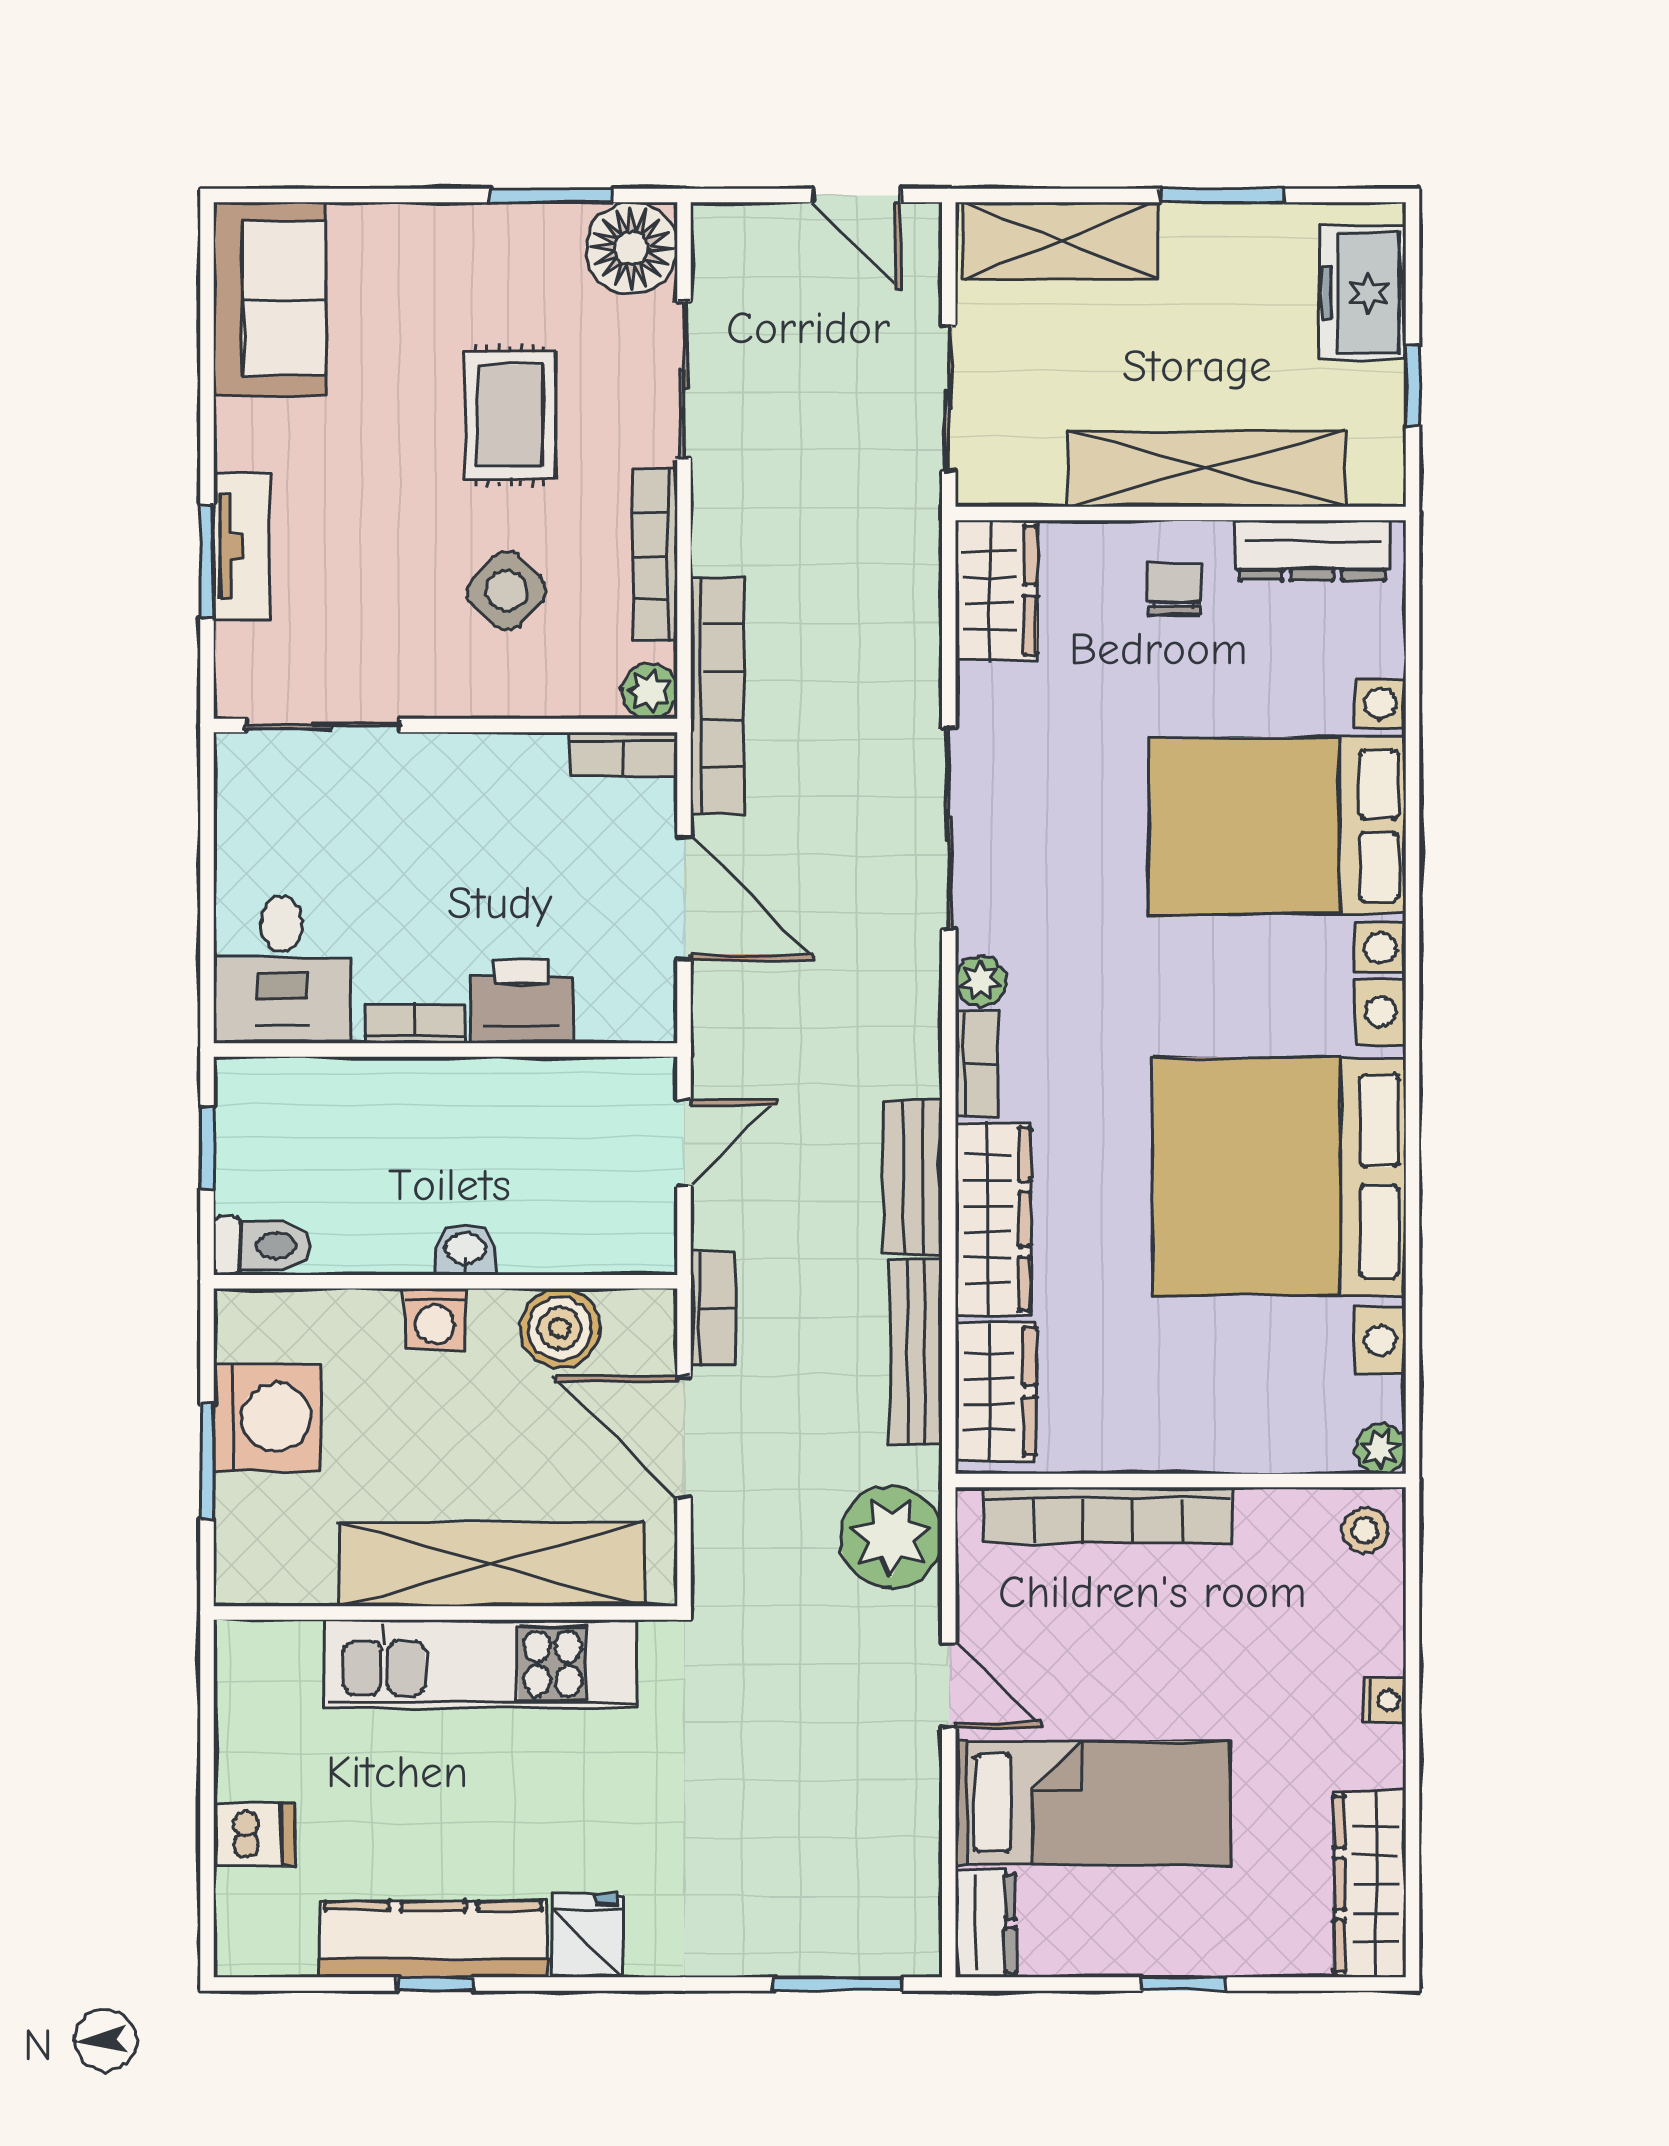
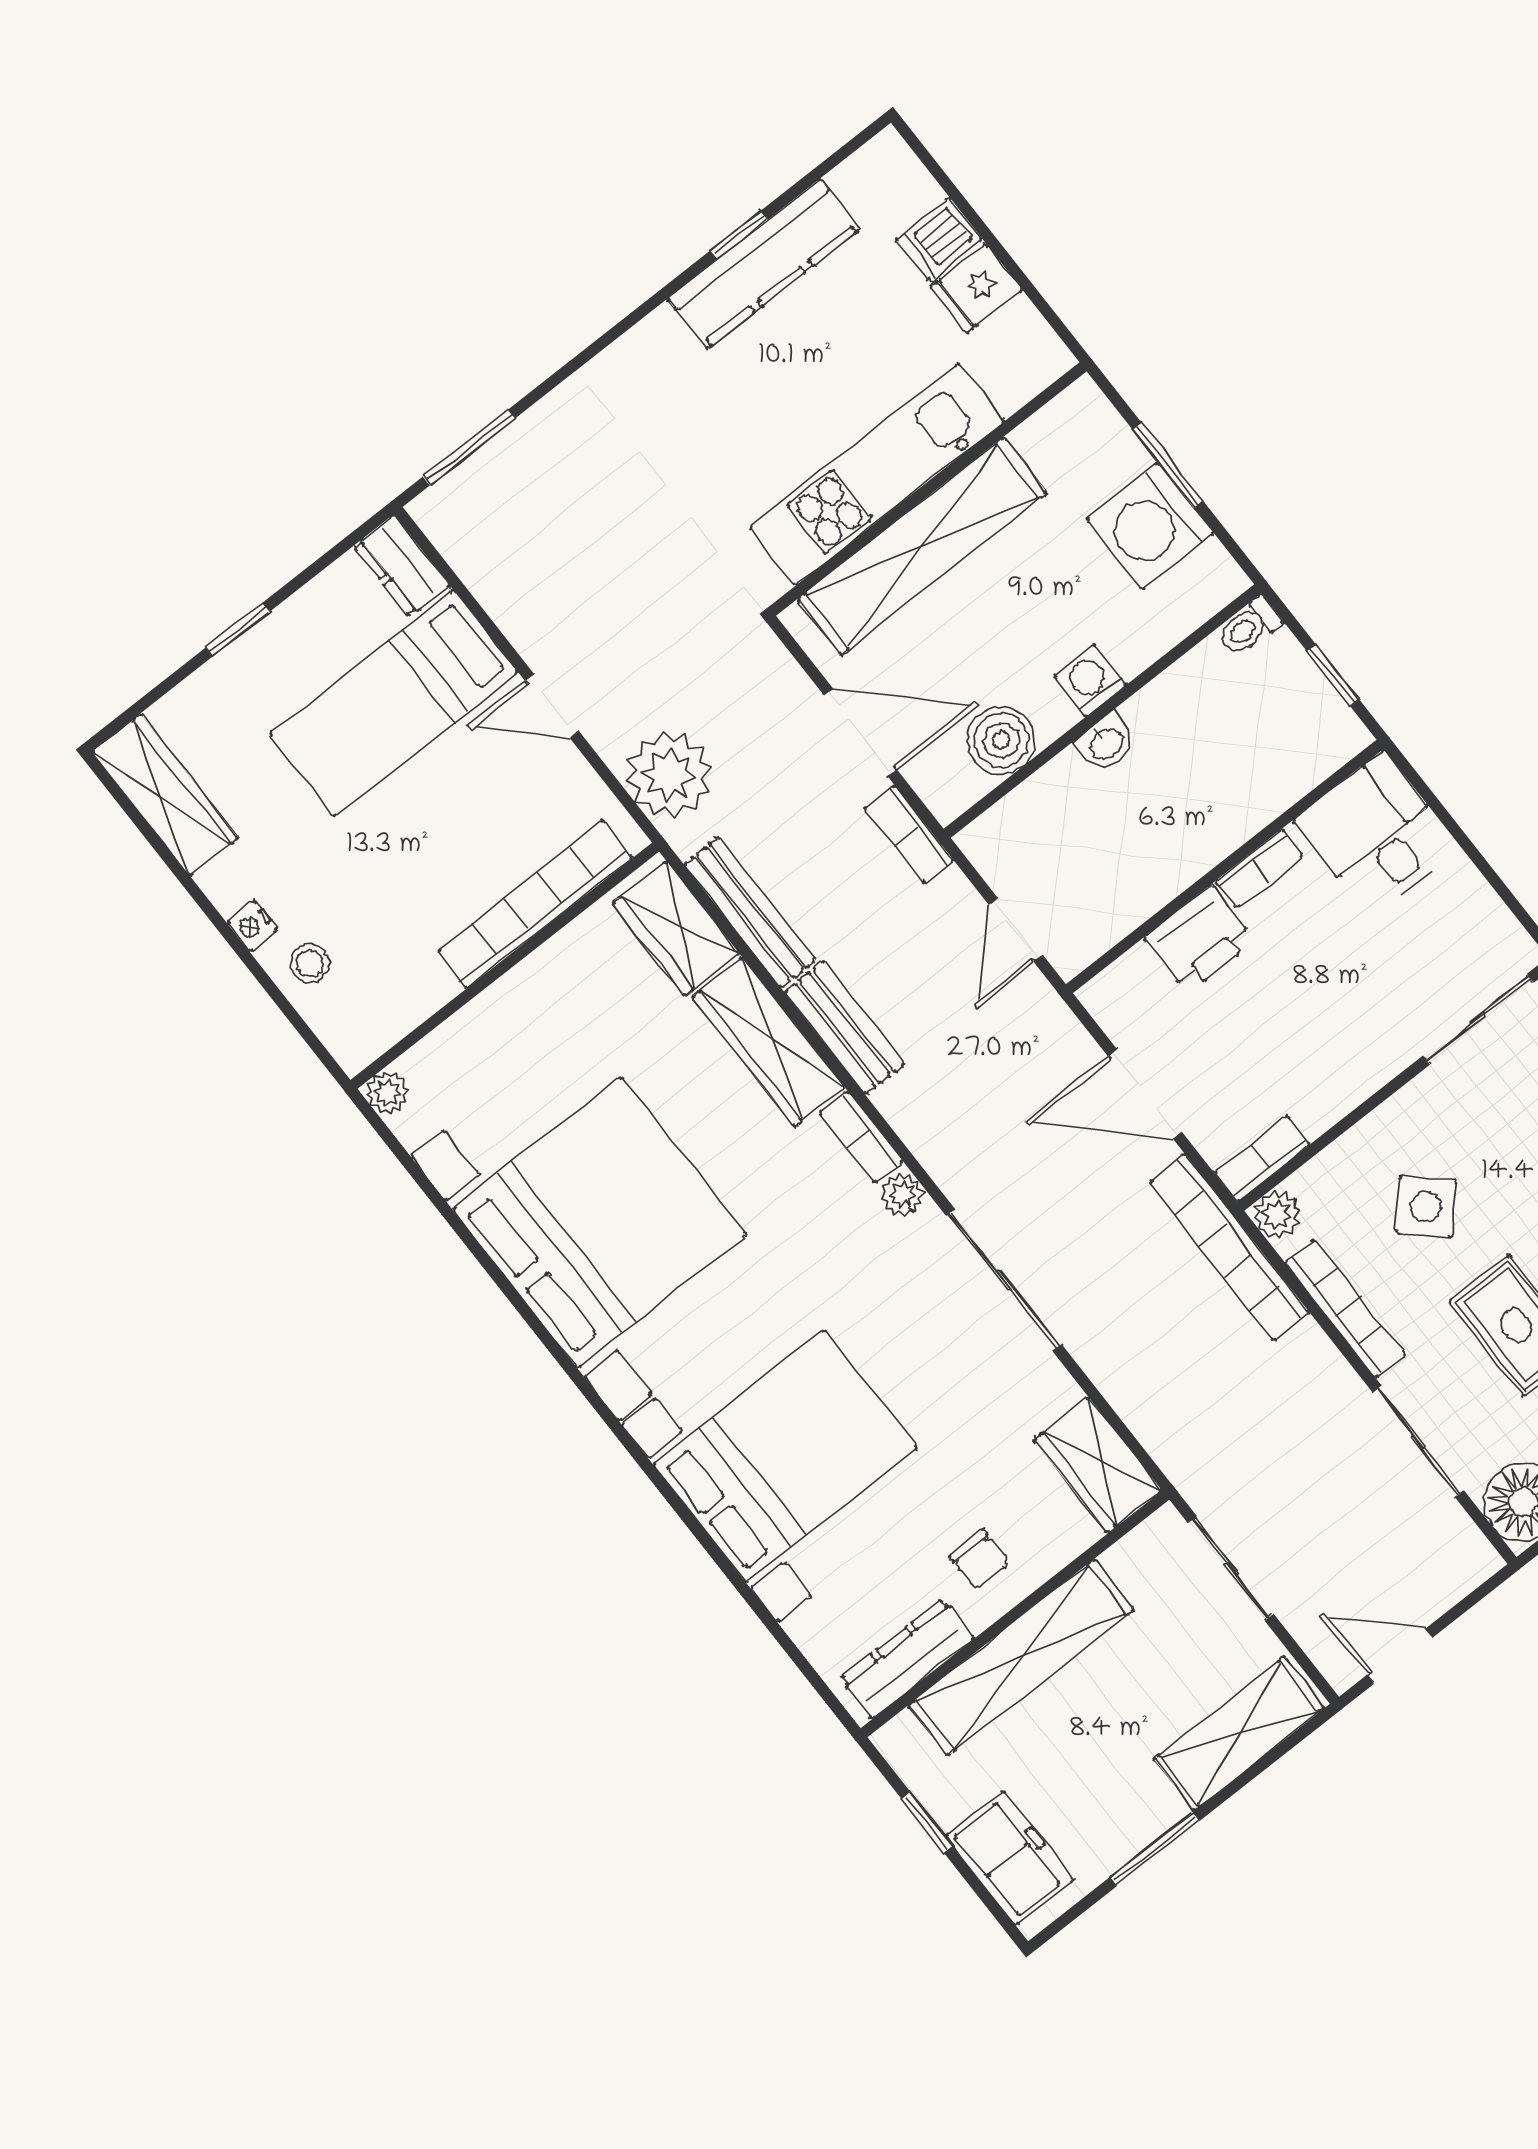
toilet: (262, 1246) -> (1249, 626), width x0.73, depth x0.72
stool: (1365, 1530) -> (310, 963), moved
fridge: (588, 1935) -> (976, 288), moved, turned 90

